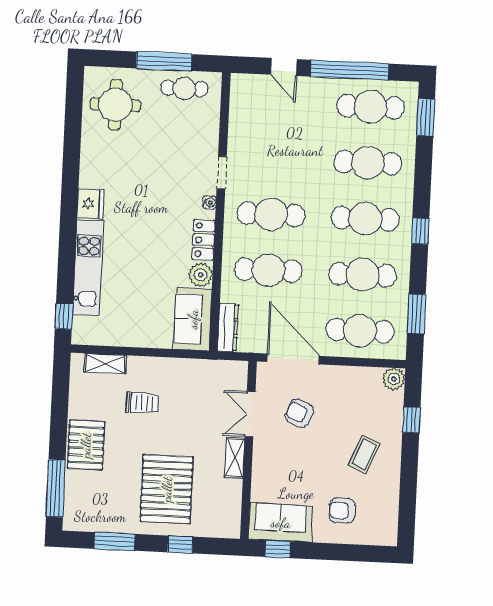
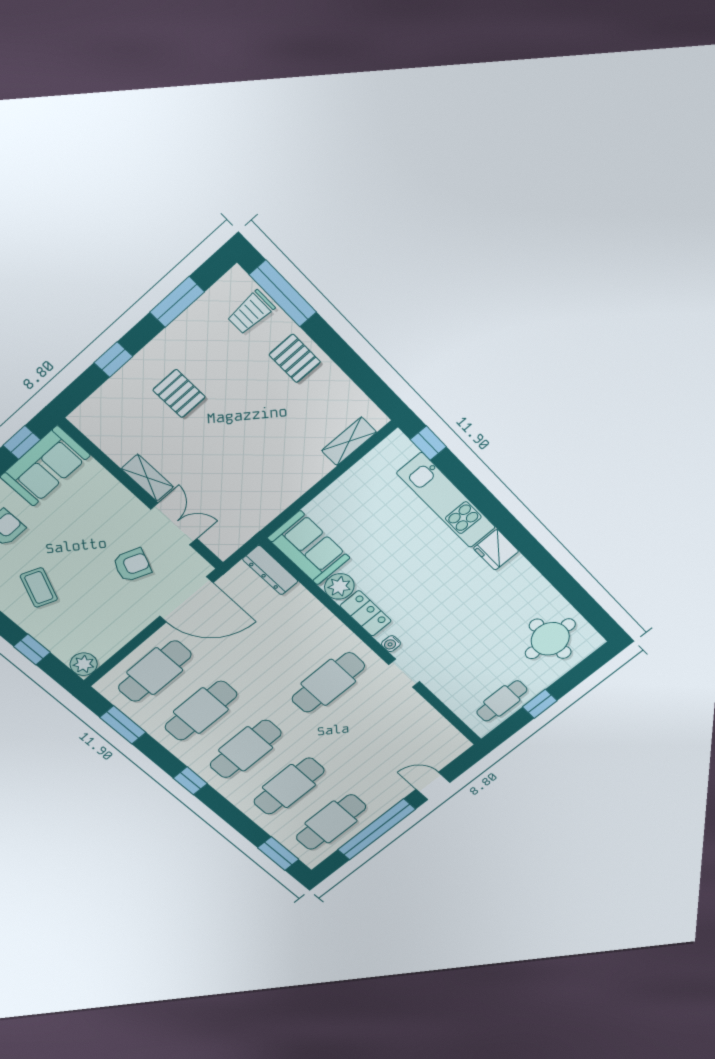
window: (164, 61) -> (540, 704), width x0.46
cafe table: (268, 270) -> (284, 642), removed
trolley: (142, 403) -> (251, 312), moved
pallet: (86, 445) -> (295, 358), width x0.67, depth x0.71
pallet: (167, 489) -> (179, 394), width x0.49, depth x0.50

